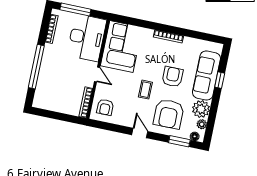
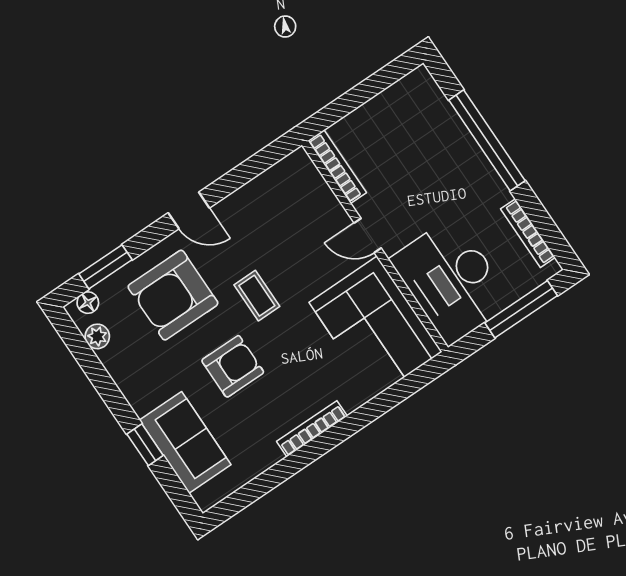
sofa: (206, 75) -> (185, 442), width x0.73
armchair: (173, 77) -> (233, 366), turned -90
armchair: (105, 107) -> (295, 193), removed
plant: (201, 109) -> (126, 361), removed
armchair: (169, 114) -> (173, 295), turned -90

